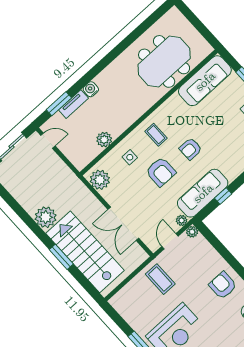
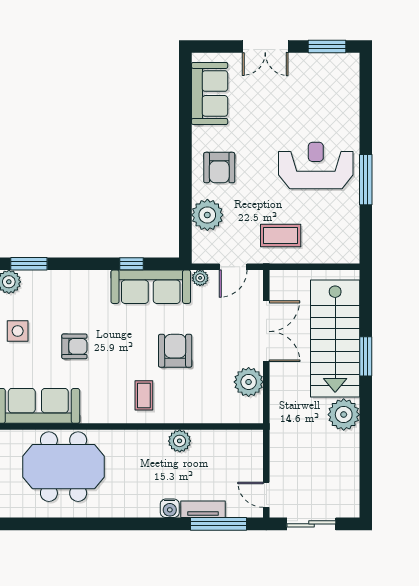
window: (59, 104) -> (218, 524), width x1.44
plant: (104, 140) -> (180, 441), moved
armchair: (190, 149) -> (74, 346), moved
side table: (130, 157) -> (194, 397), removed
plant: (100, 180) -> (249, 382), moved
plant: (192, 232) -> (207, 215), moved, width x1.87, depth x1.87
coffee table: (160, 279) -> (281, 235), turned 90

